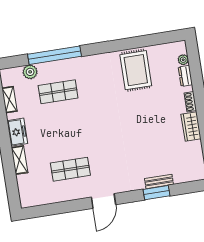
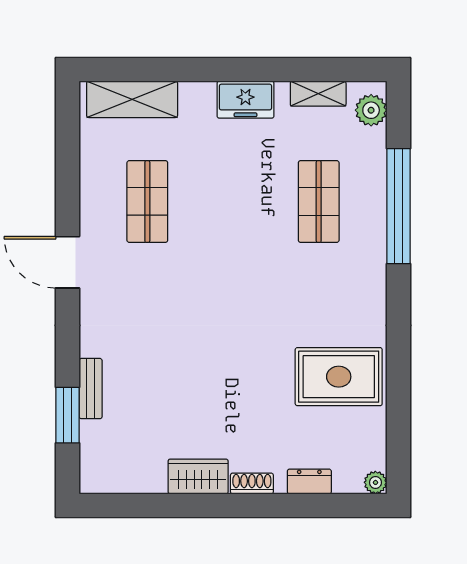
plant: (183, 60) -> (375, 482), moved
plant: (30, 72) -> (371, 110), moved
shelving: (19, 160) -> (132, 99), moved, width x1.50, depth x1.33
window: (156, 193) -> (67, 415), moved

